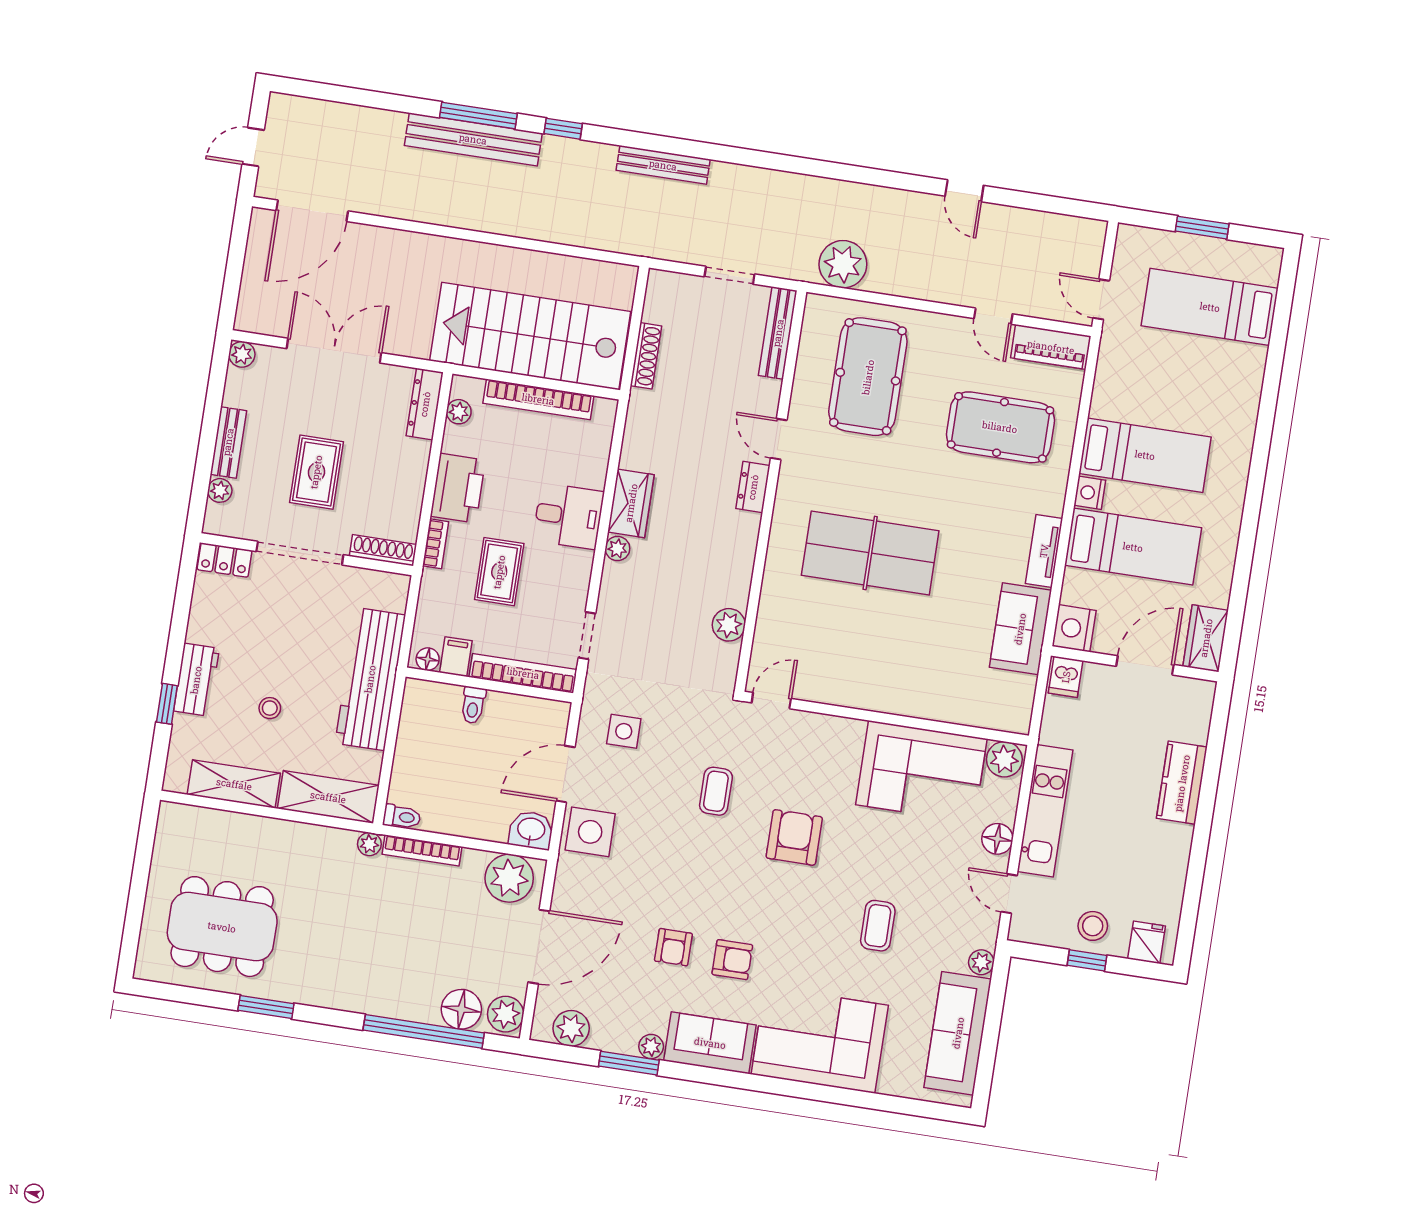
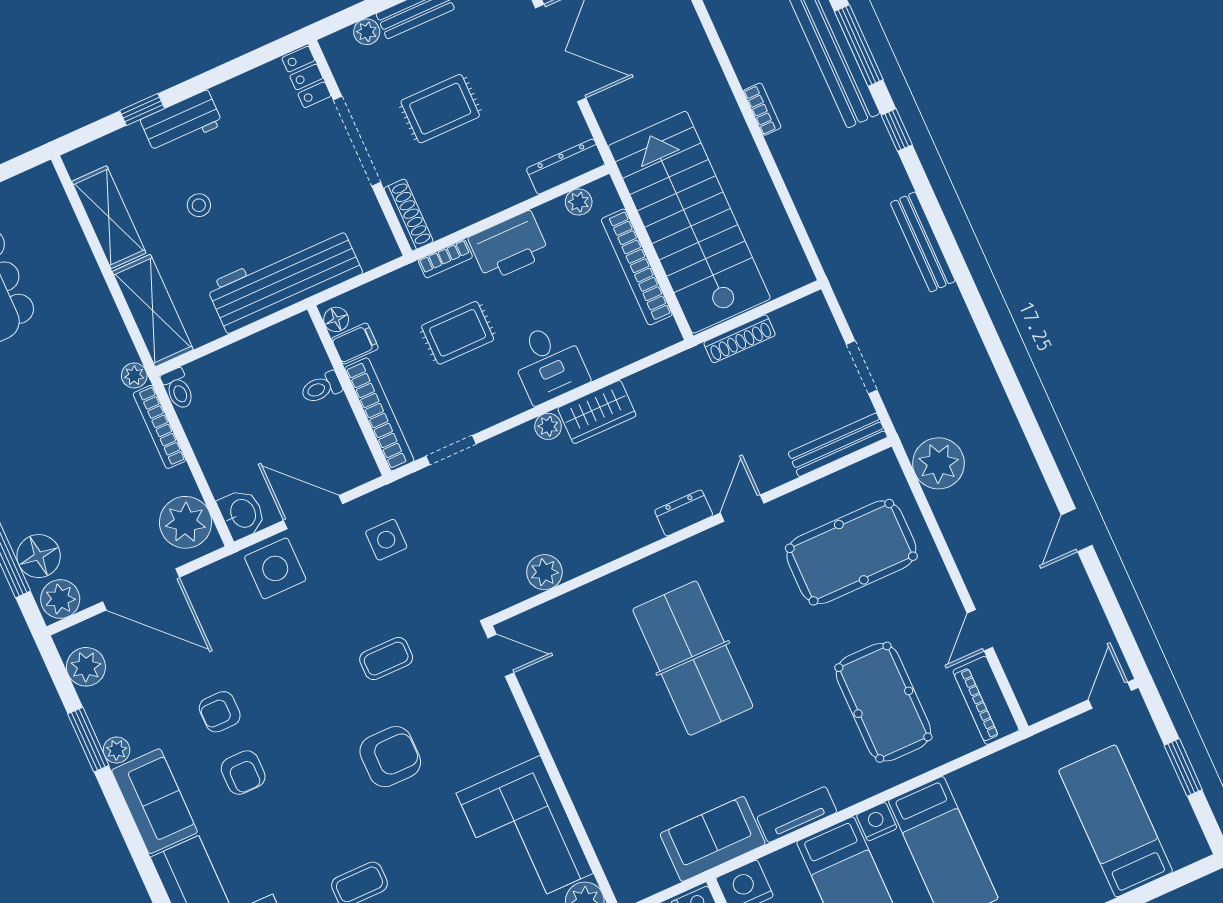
bookcase: (479, 223) -> (762, 109), added
door: (1101, 299) -> (1110, 695), moved

